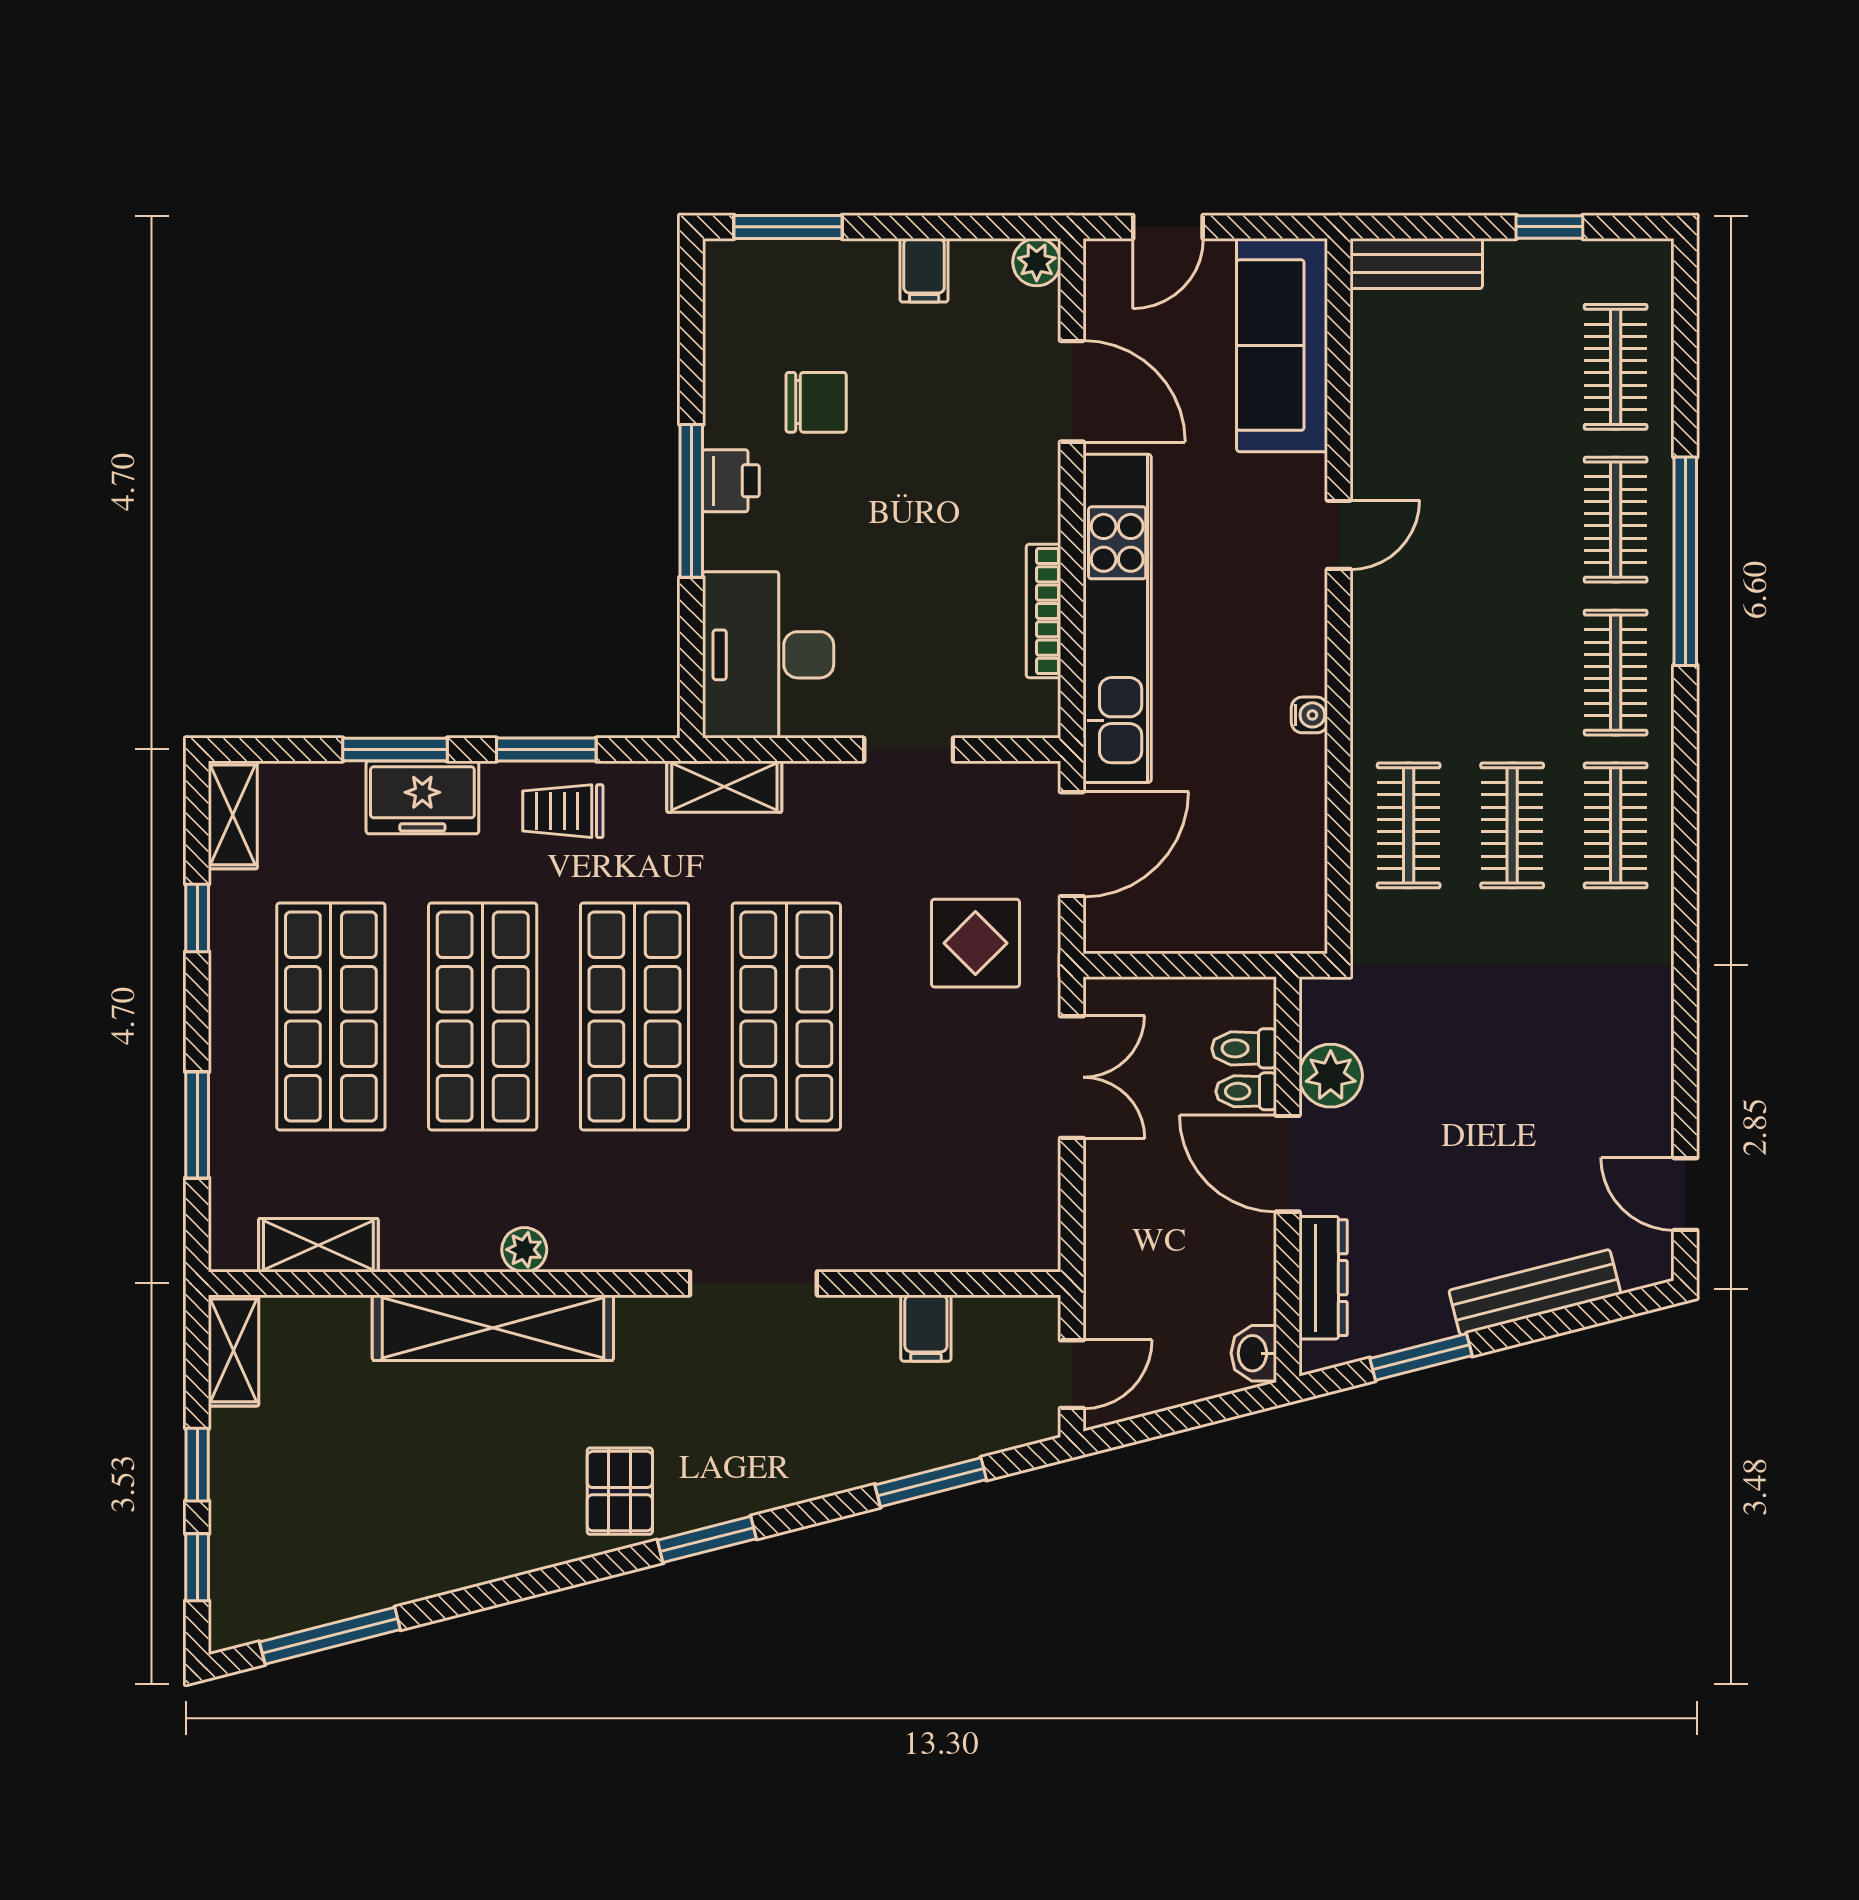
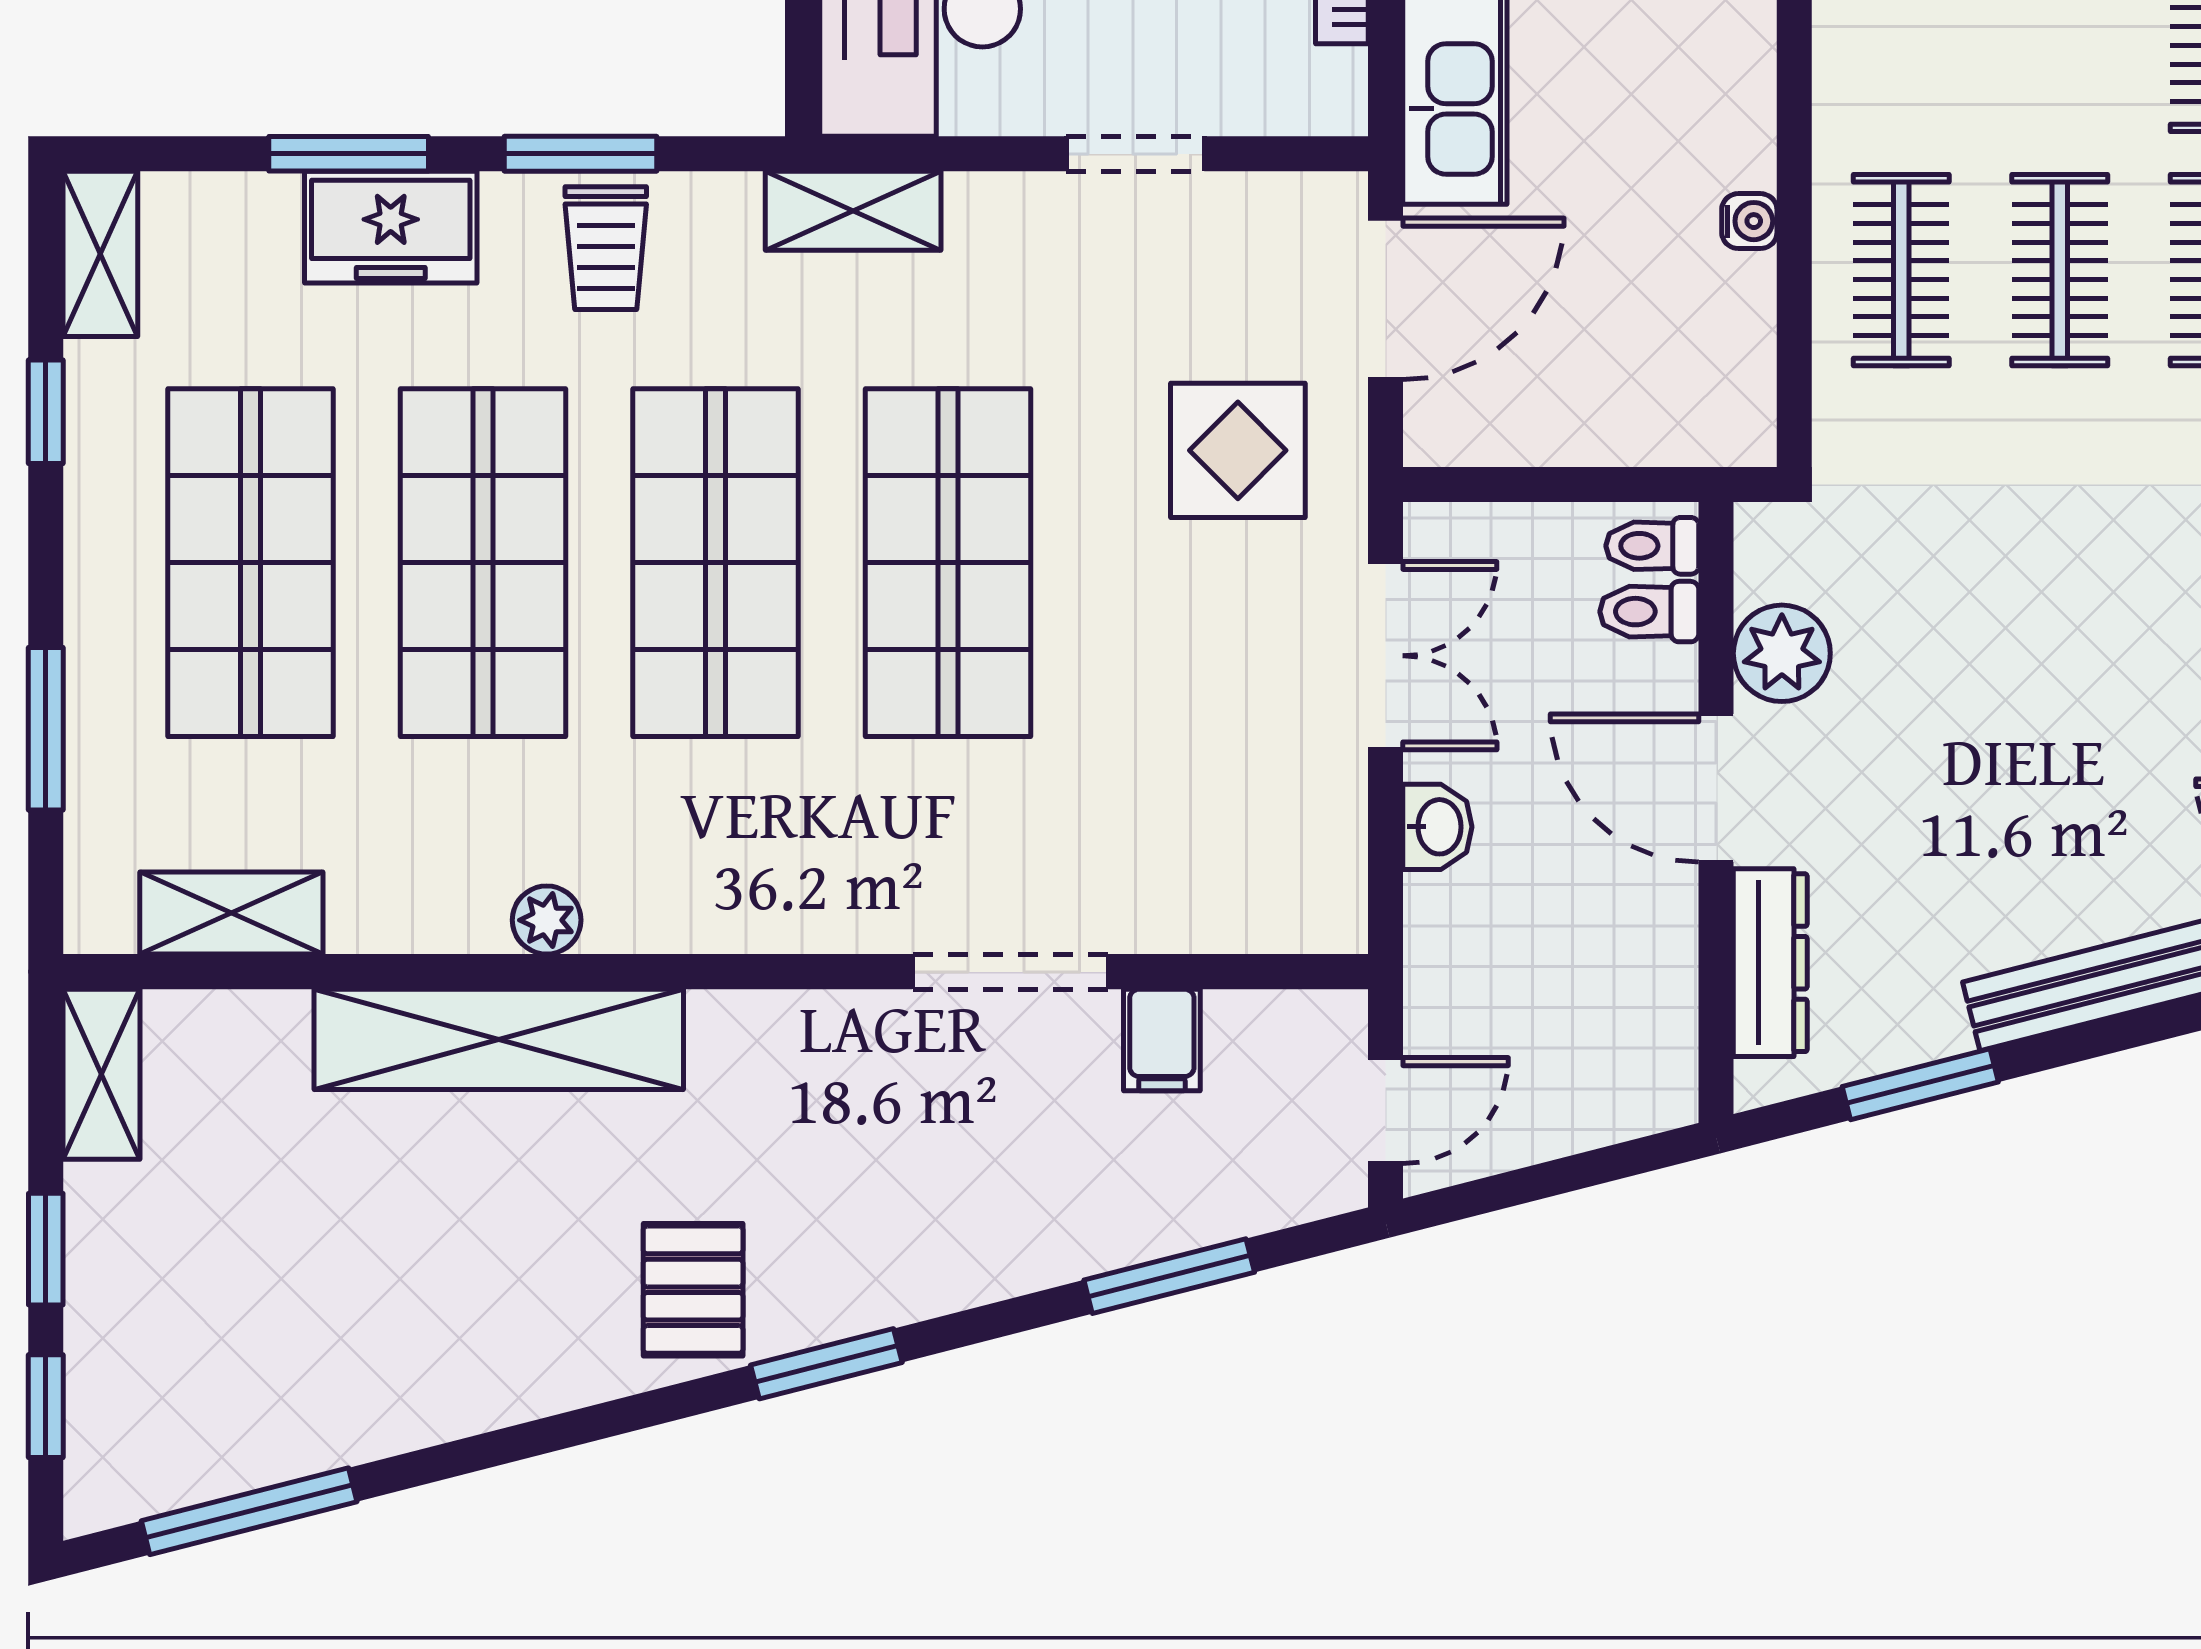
water cooler: (1309, 715) -> (1749, 221), moved
trolley: (563, 811) -> (606, 248), turned -90
toilet: (1246, 1091) -> (1652, 546), moved
doorway: (753, 1283) -> (1010, 972), moved
washbasin: (1254, 1353) -> (1437, 827), moved, turned 180

